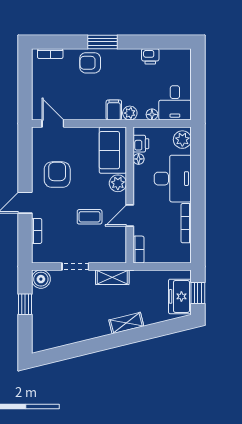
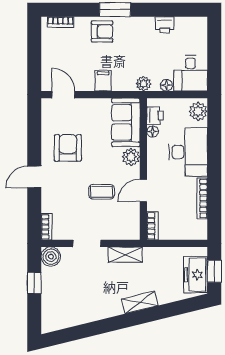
armchair: (90, 63) -> (102, 31), turned 180
filing cabinet: (114, 110) -> (103, 81), moved
bookcase: (37, 231) -> (46, 227), moved

